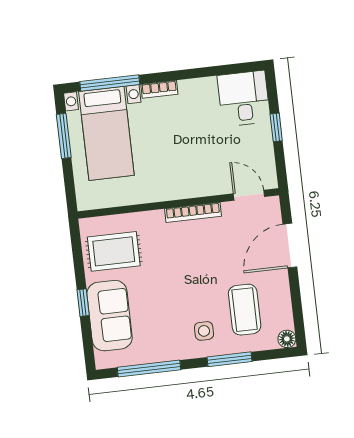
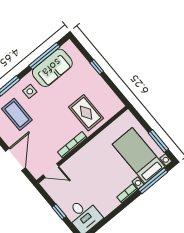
rug: (114, 251) -> (86, 113), moved, turned 90
sofa: (110, 316) -> (52, 68), moved, turned -90

